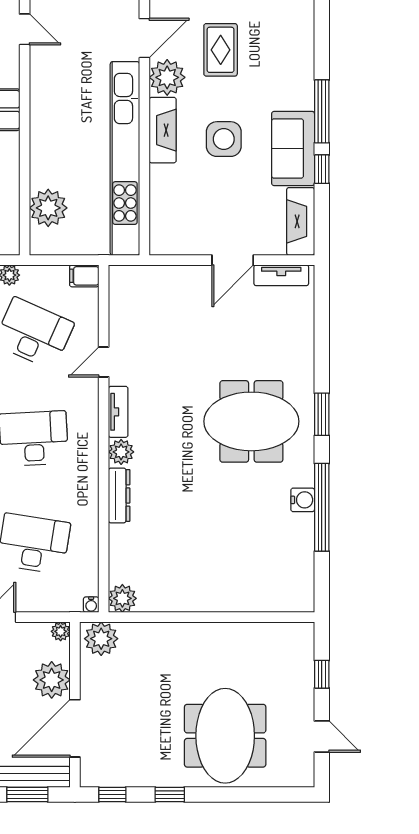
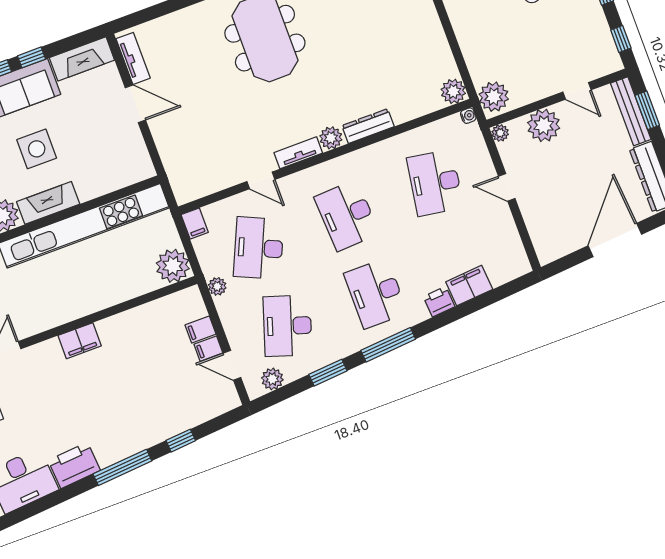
plant: (48, 208) -> (173, 266), moved
door: (75, 728) -> (577, 91), width x0.53

